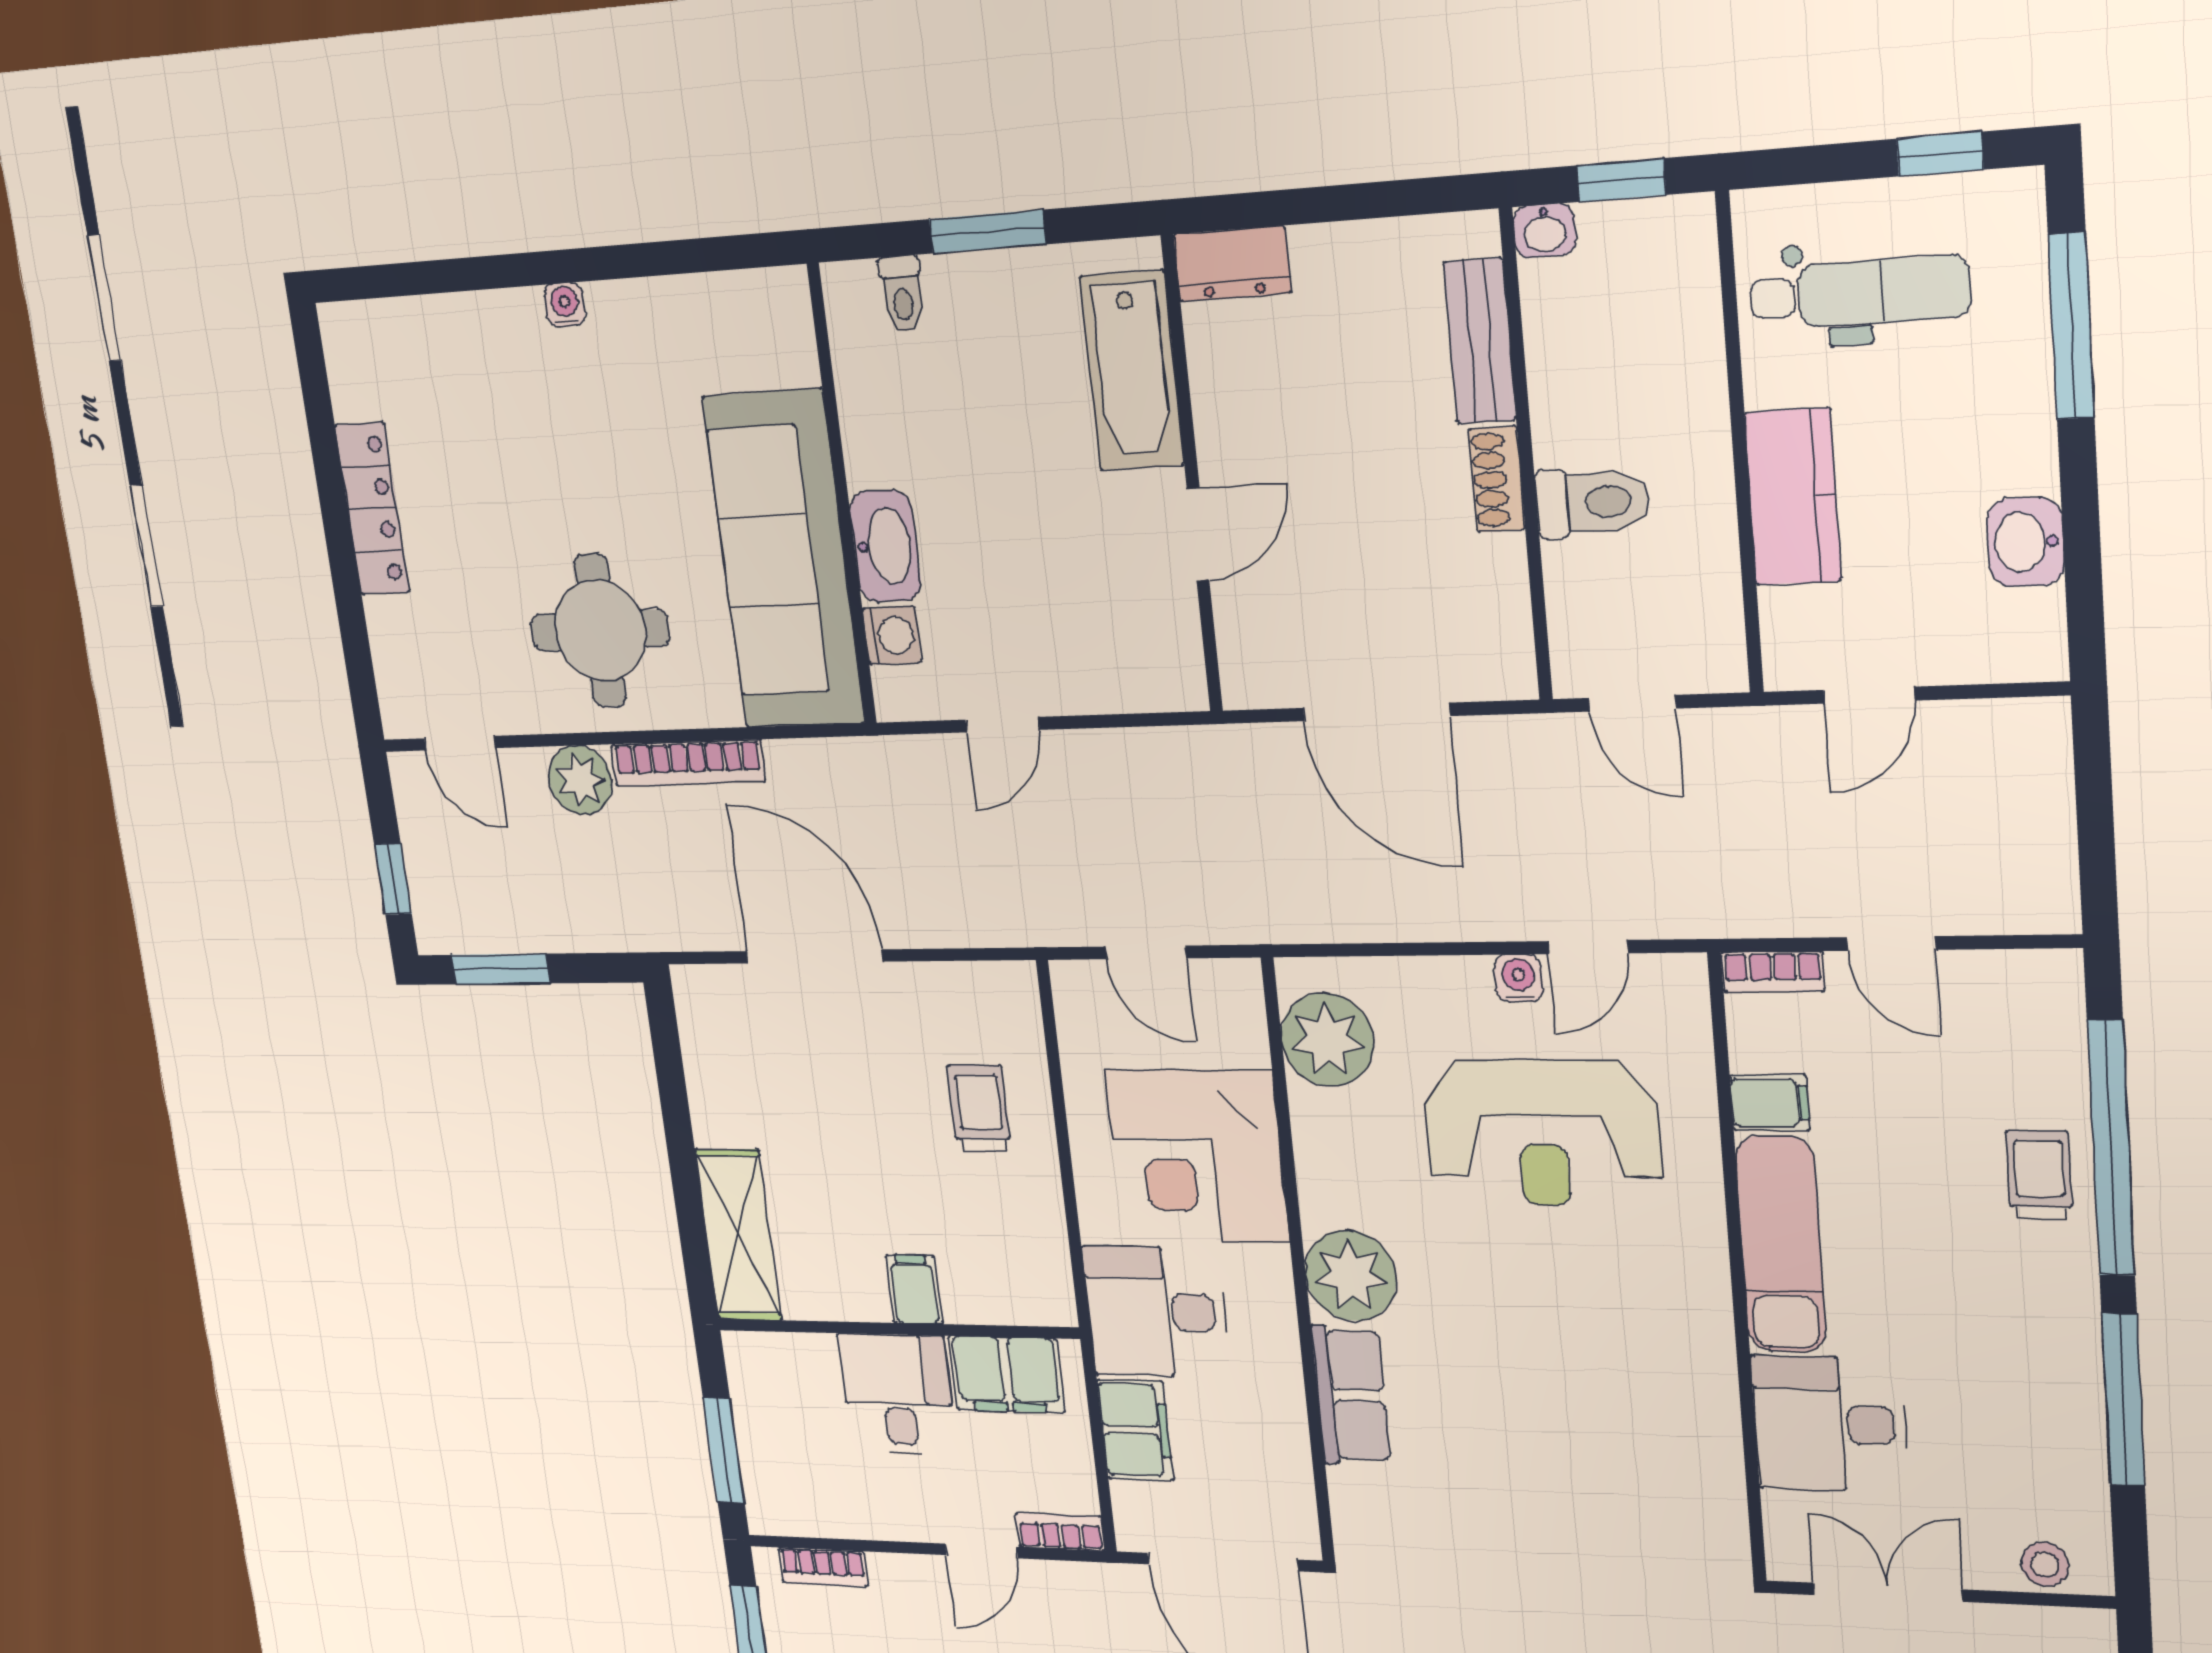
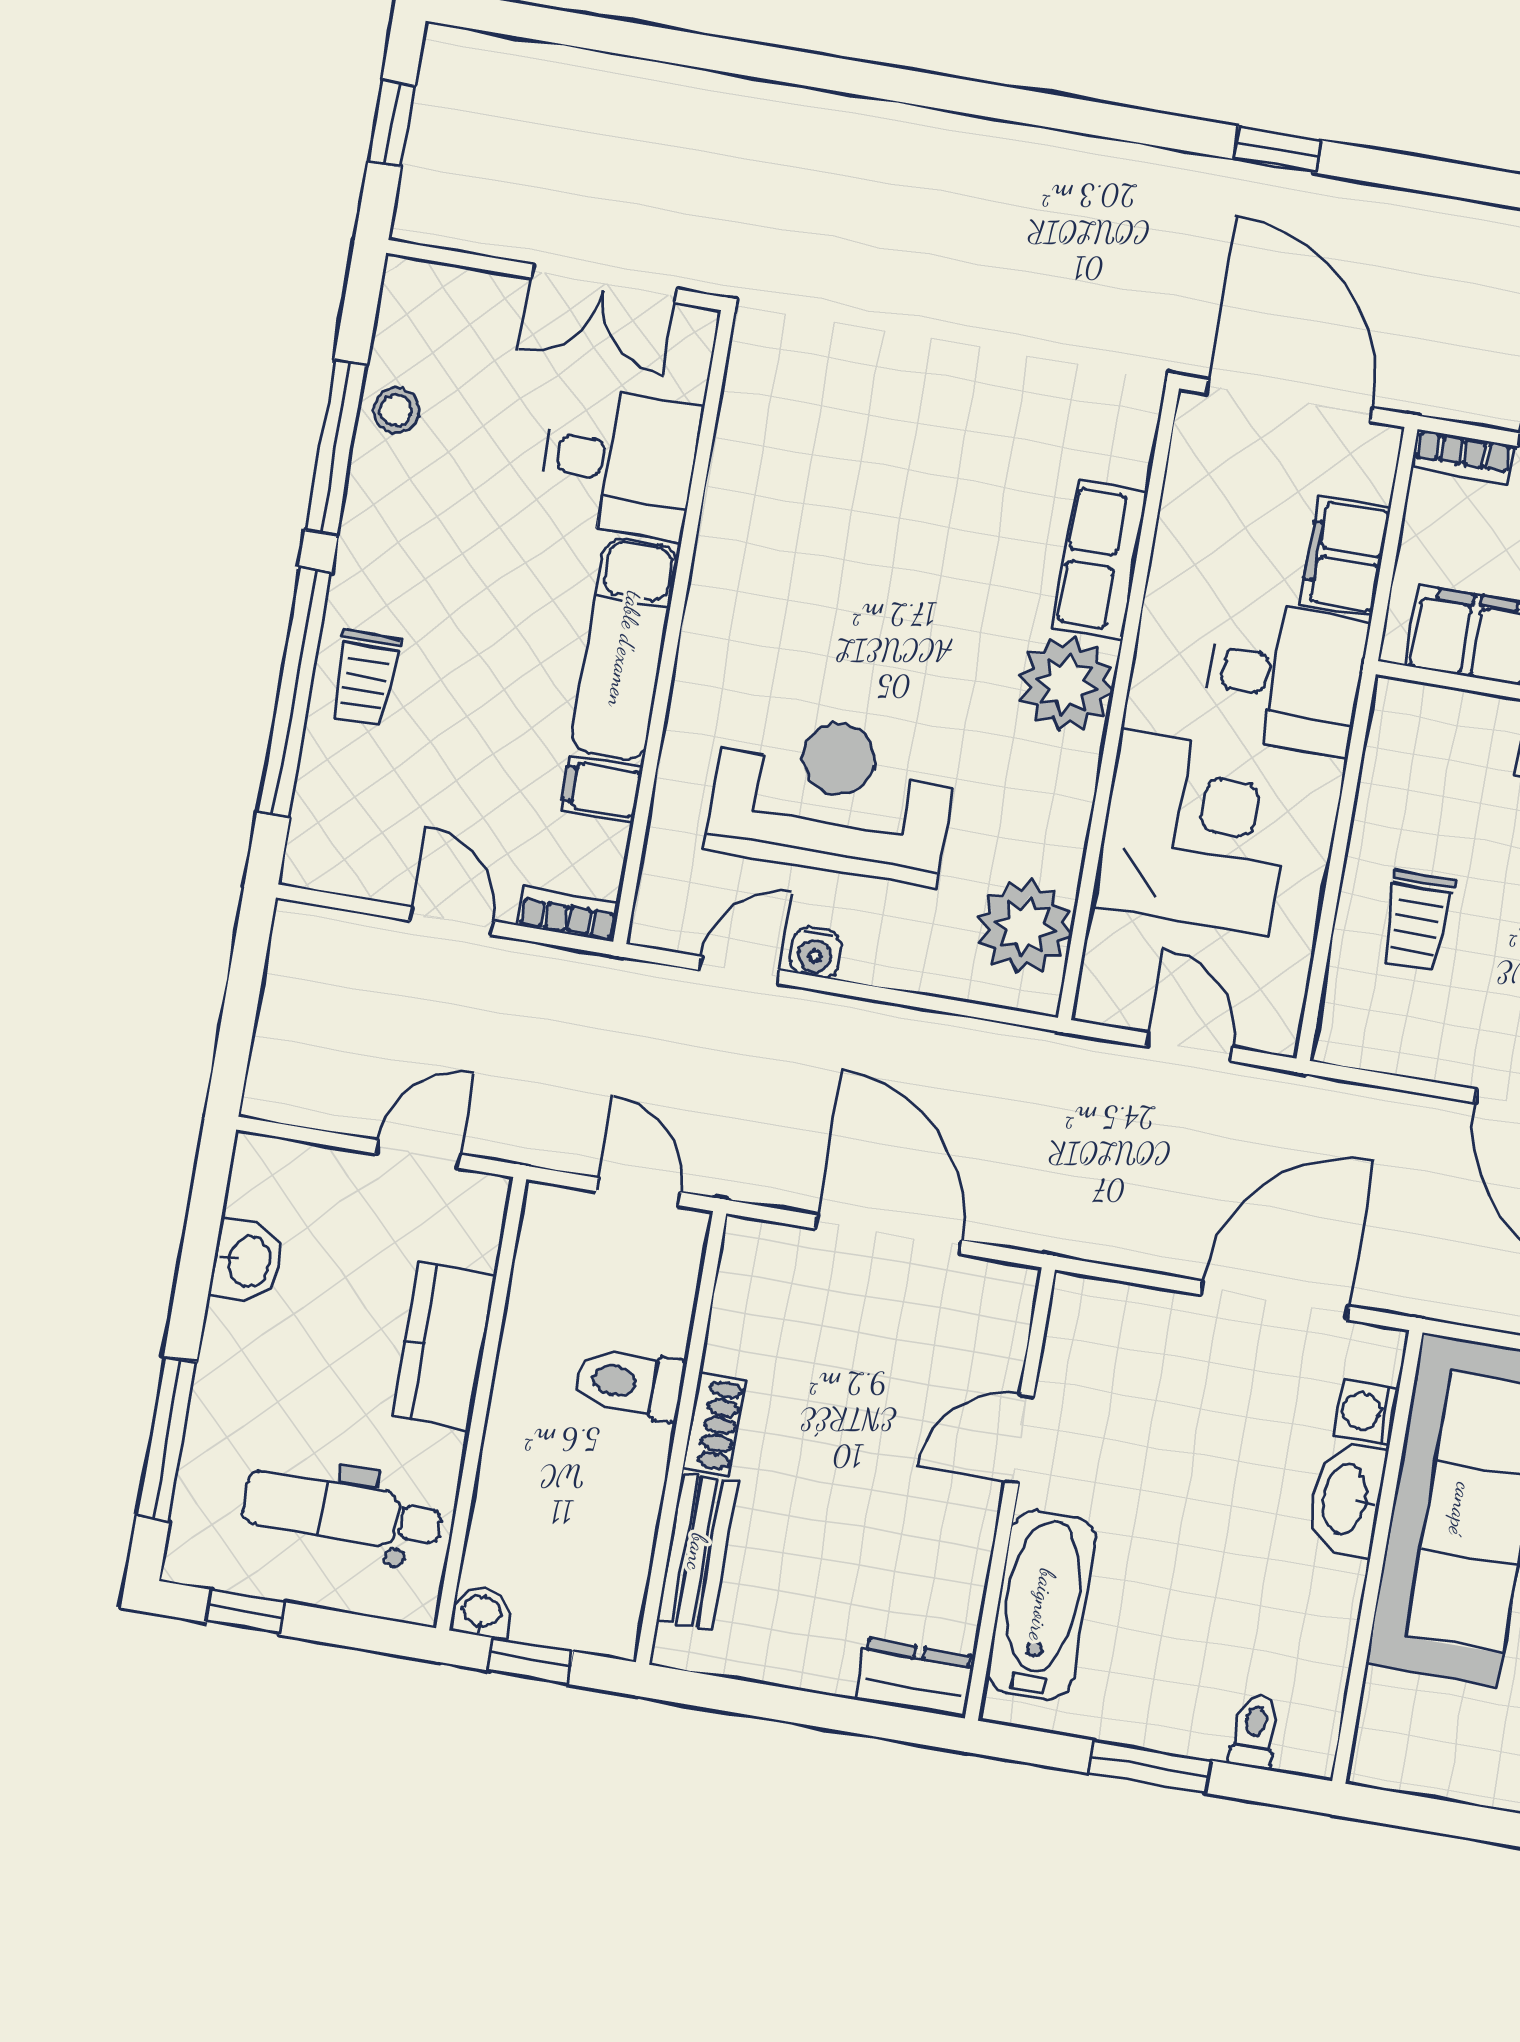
washbasin: (1545, 231) -> (481, 1612), moved
door: (1002, 725) -> (1275, 1300), width x1.87
stool: (2045, 1564) -> (396, 411), moved

